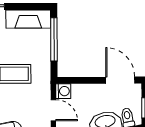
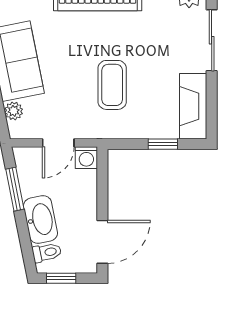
window: (54, 39) -> (163, 144), width x0.46

